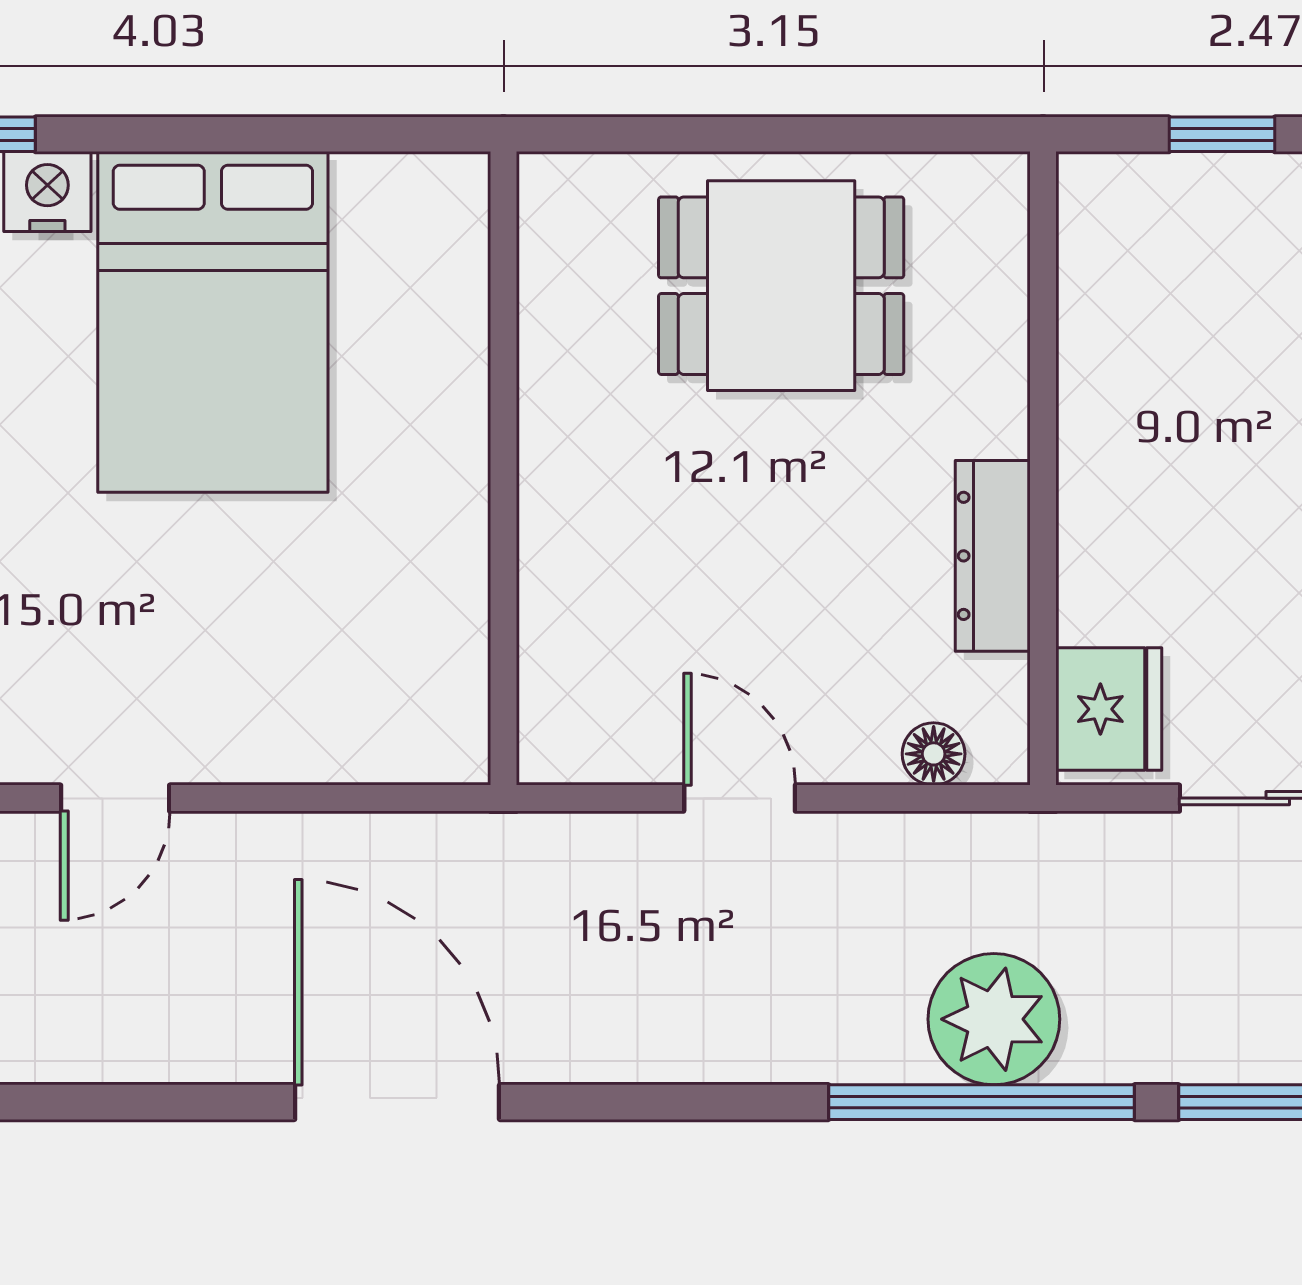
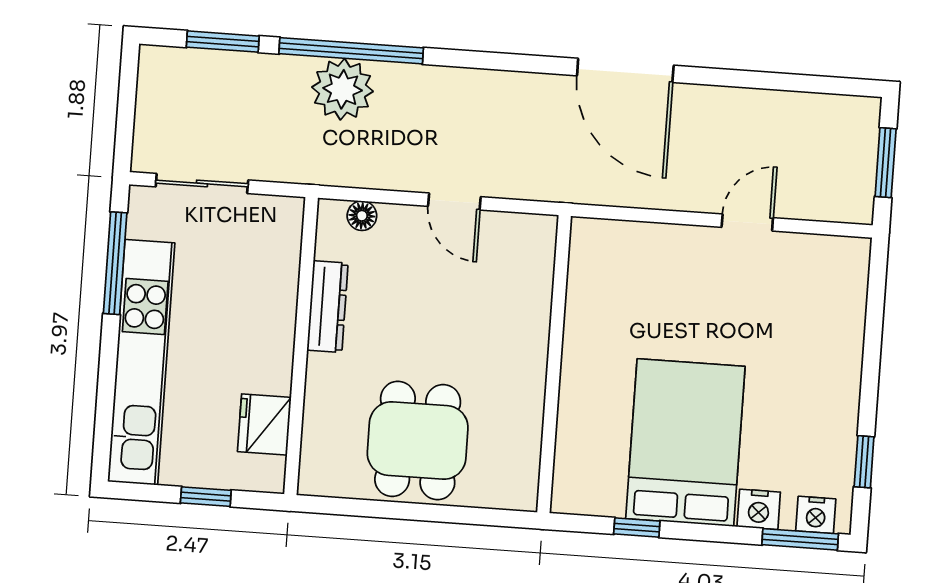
window: (303, 134) -> (637, 528), added
dining table: (781, 286) -> (418, 441), turned 90
fridge: (1109, 709) -> (264, 424), moved

